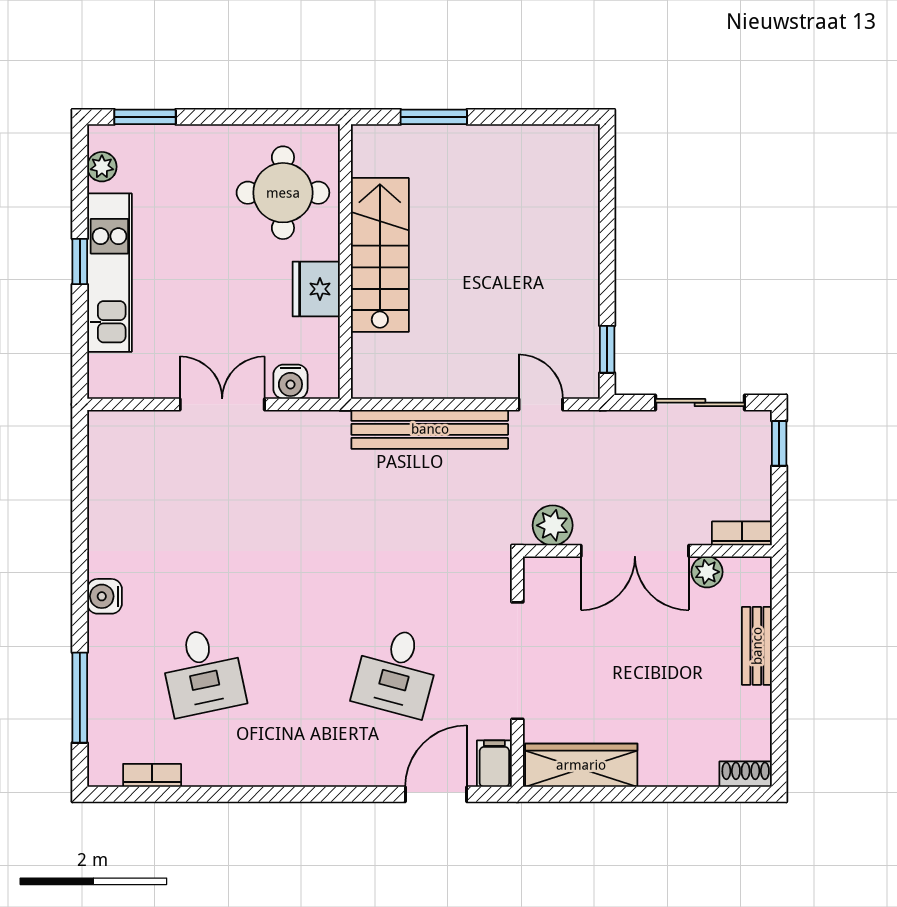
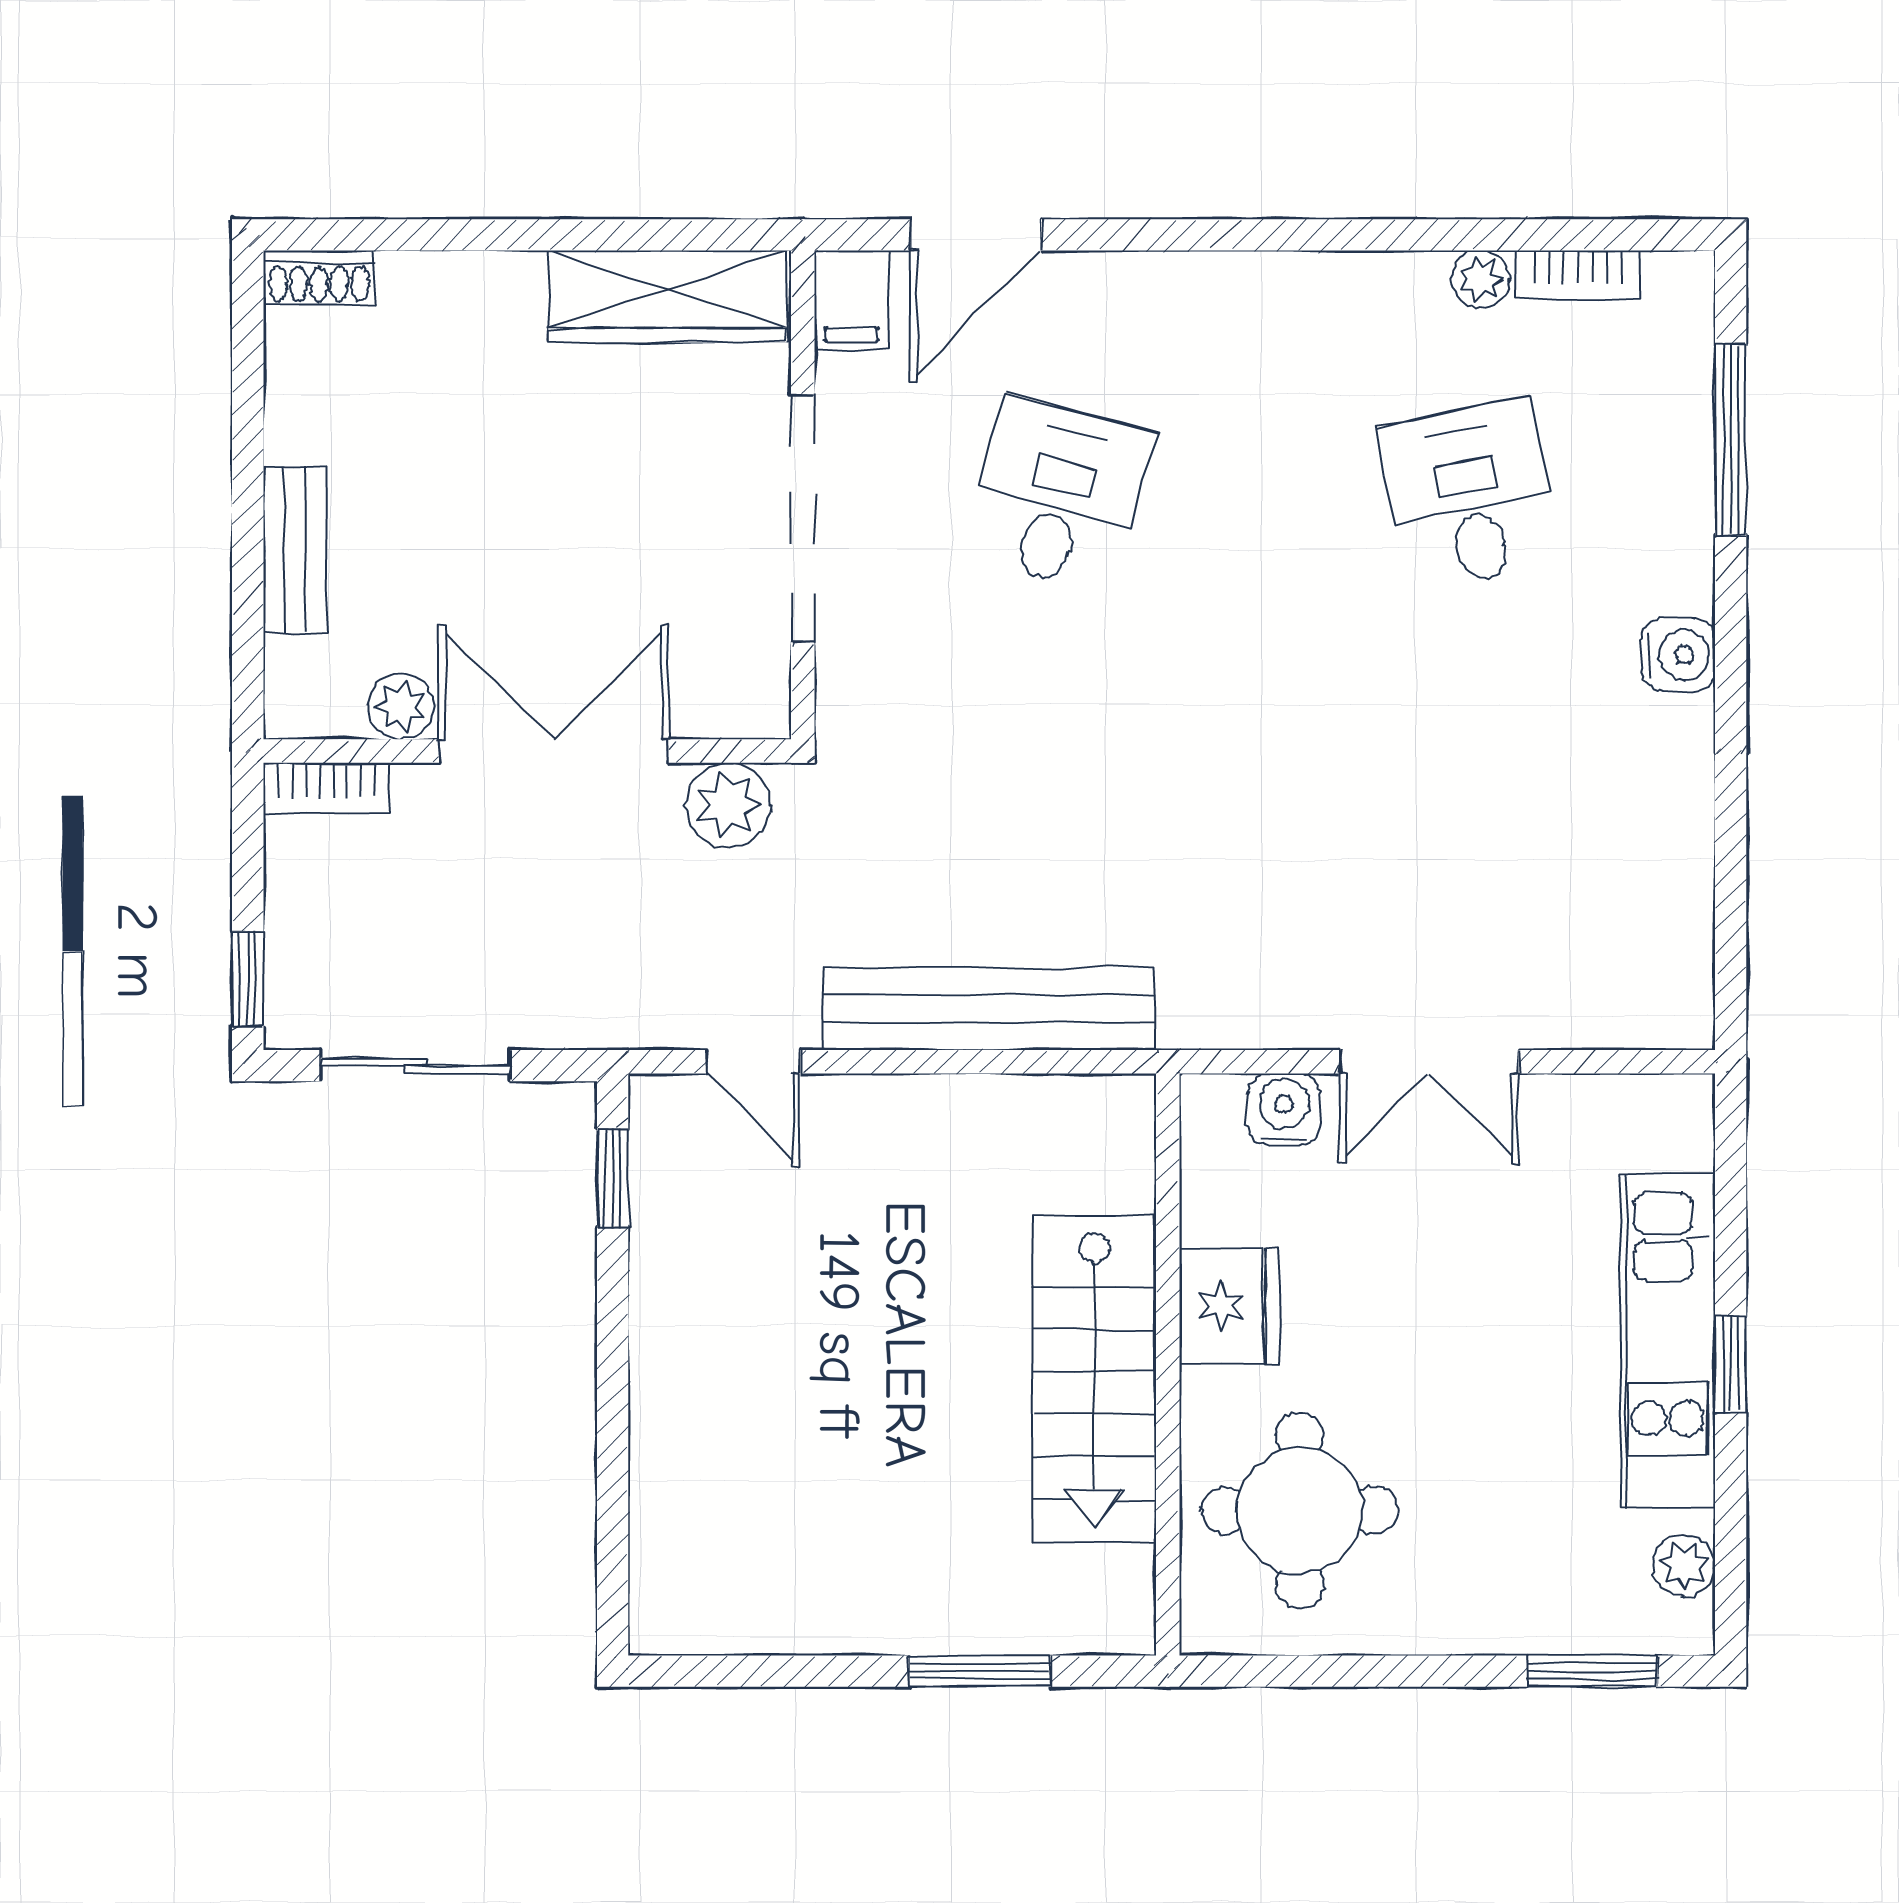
plant: (198, 773) -> (1481, 279), added

